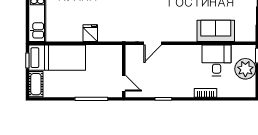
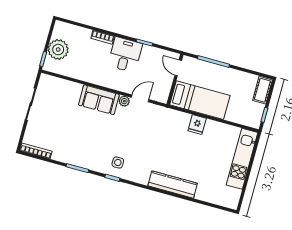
sofa: (216, 31) -> (99, 100), moved
plant: (167, 36) -> (124, 101), added
bed: (57, 58) -> (200, 100), moved, turned 180
desk: (217, 60) -> (125, 55), moved, turned 180

